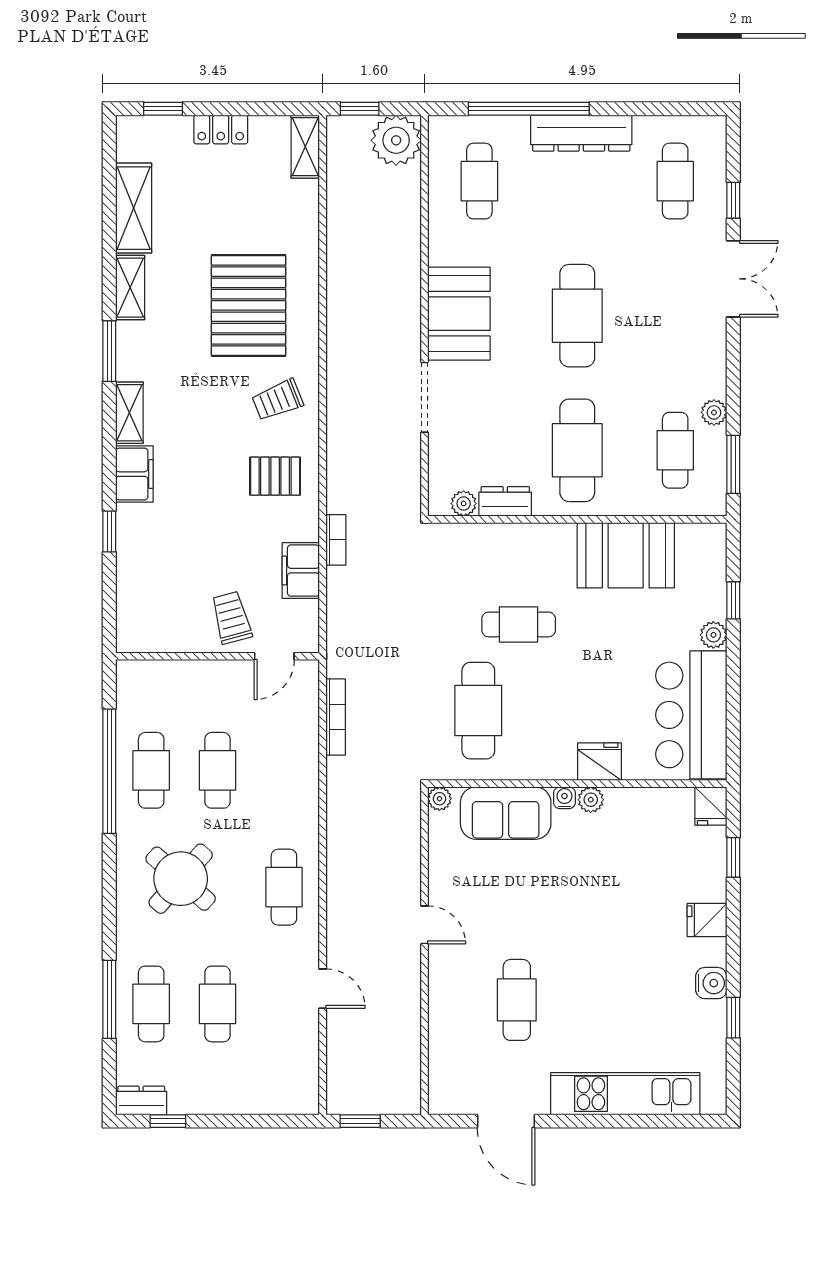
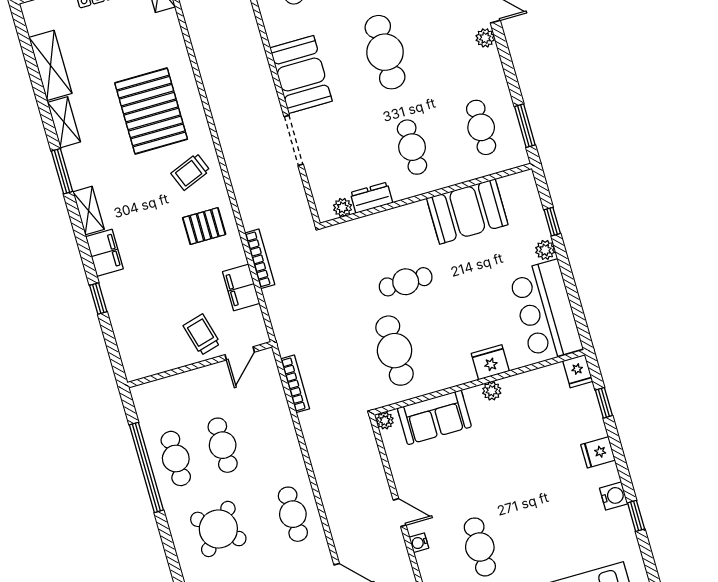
plant: (714, 412) -> (485, 38), moved
cafe table: (577, 450) -> (412, 147), width x0.73, depth x0.74
bookcase: (336, 540) -> (260, 259), width x1.56
water cooler: (564, 798) -> (419, 543), moved, turned -90

